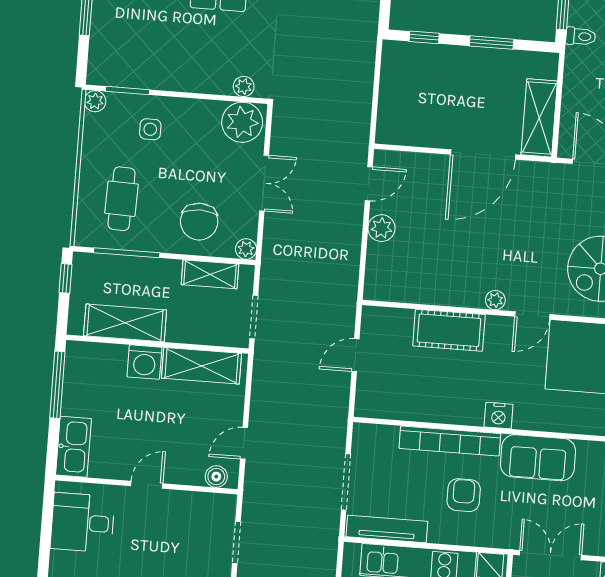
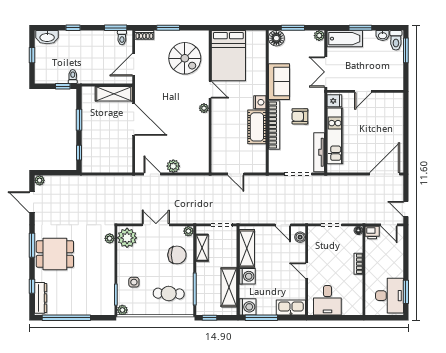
cot: (449, 330) -> (257, 127), moved
washing machine: (82, 358) -> (248, 307), added

